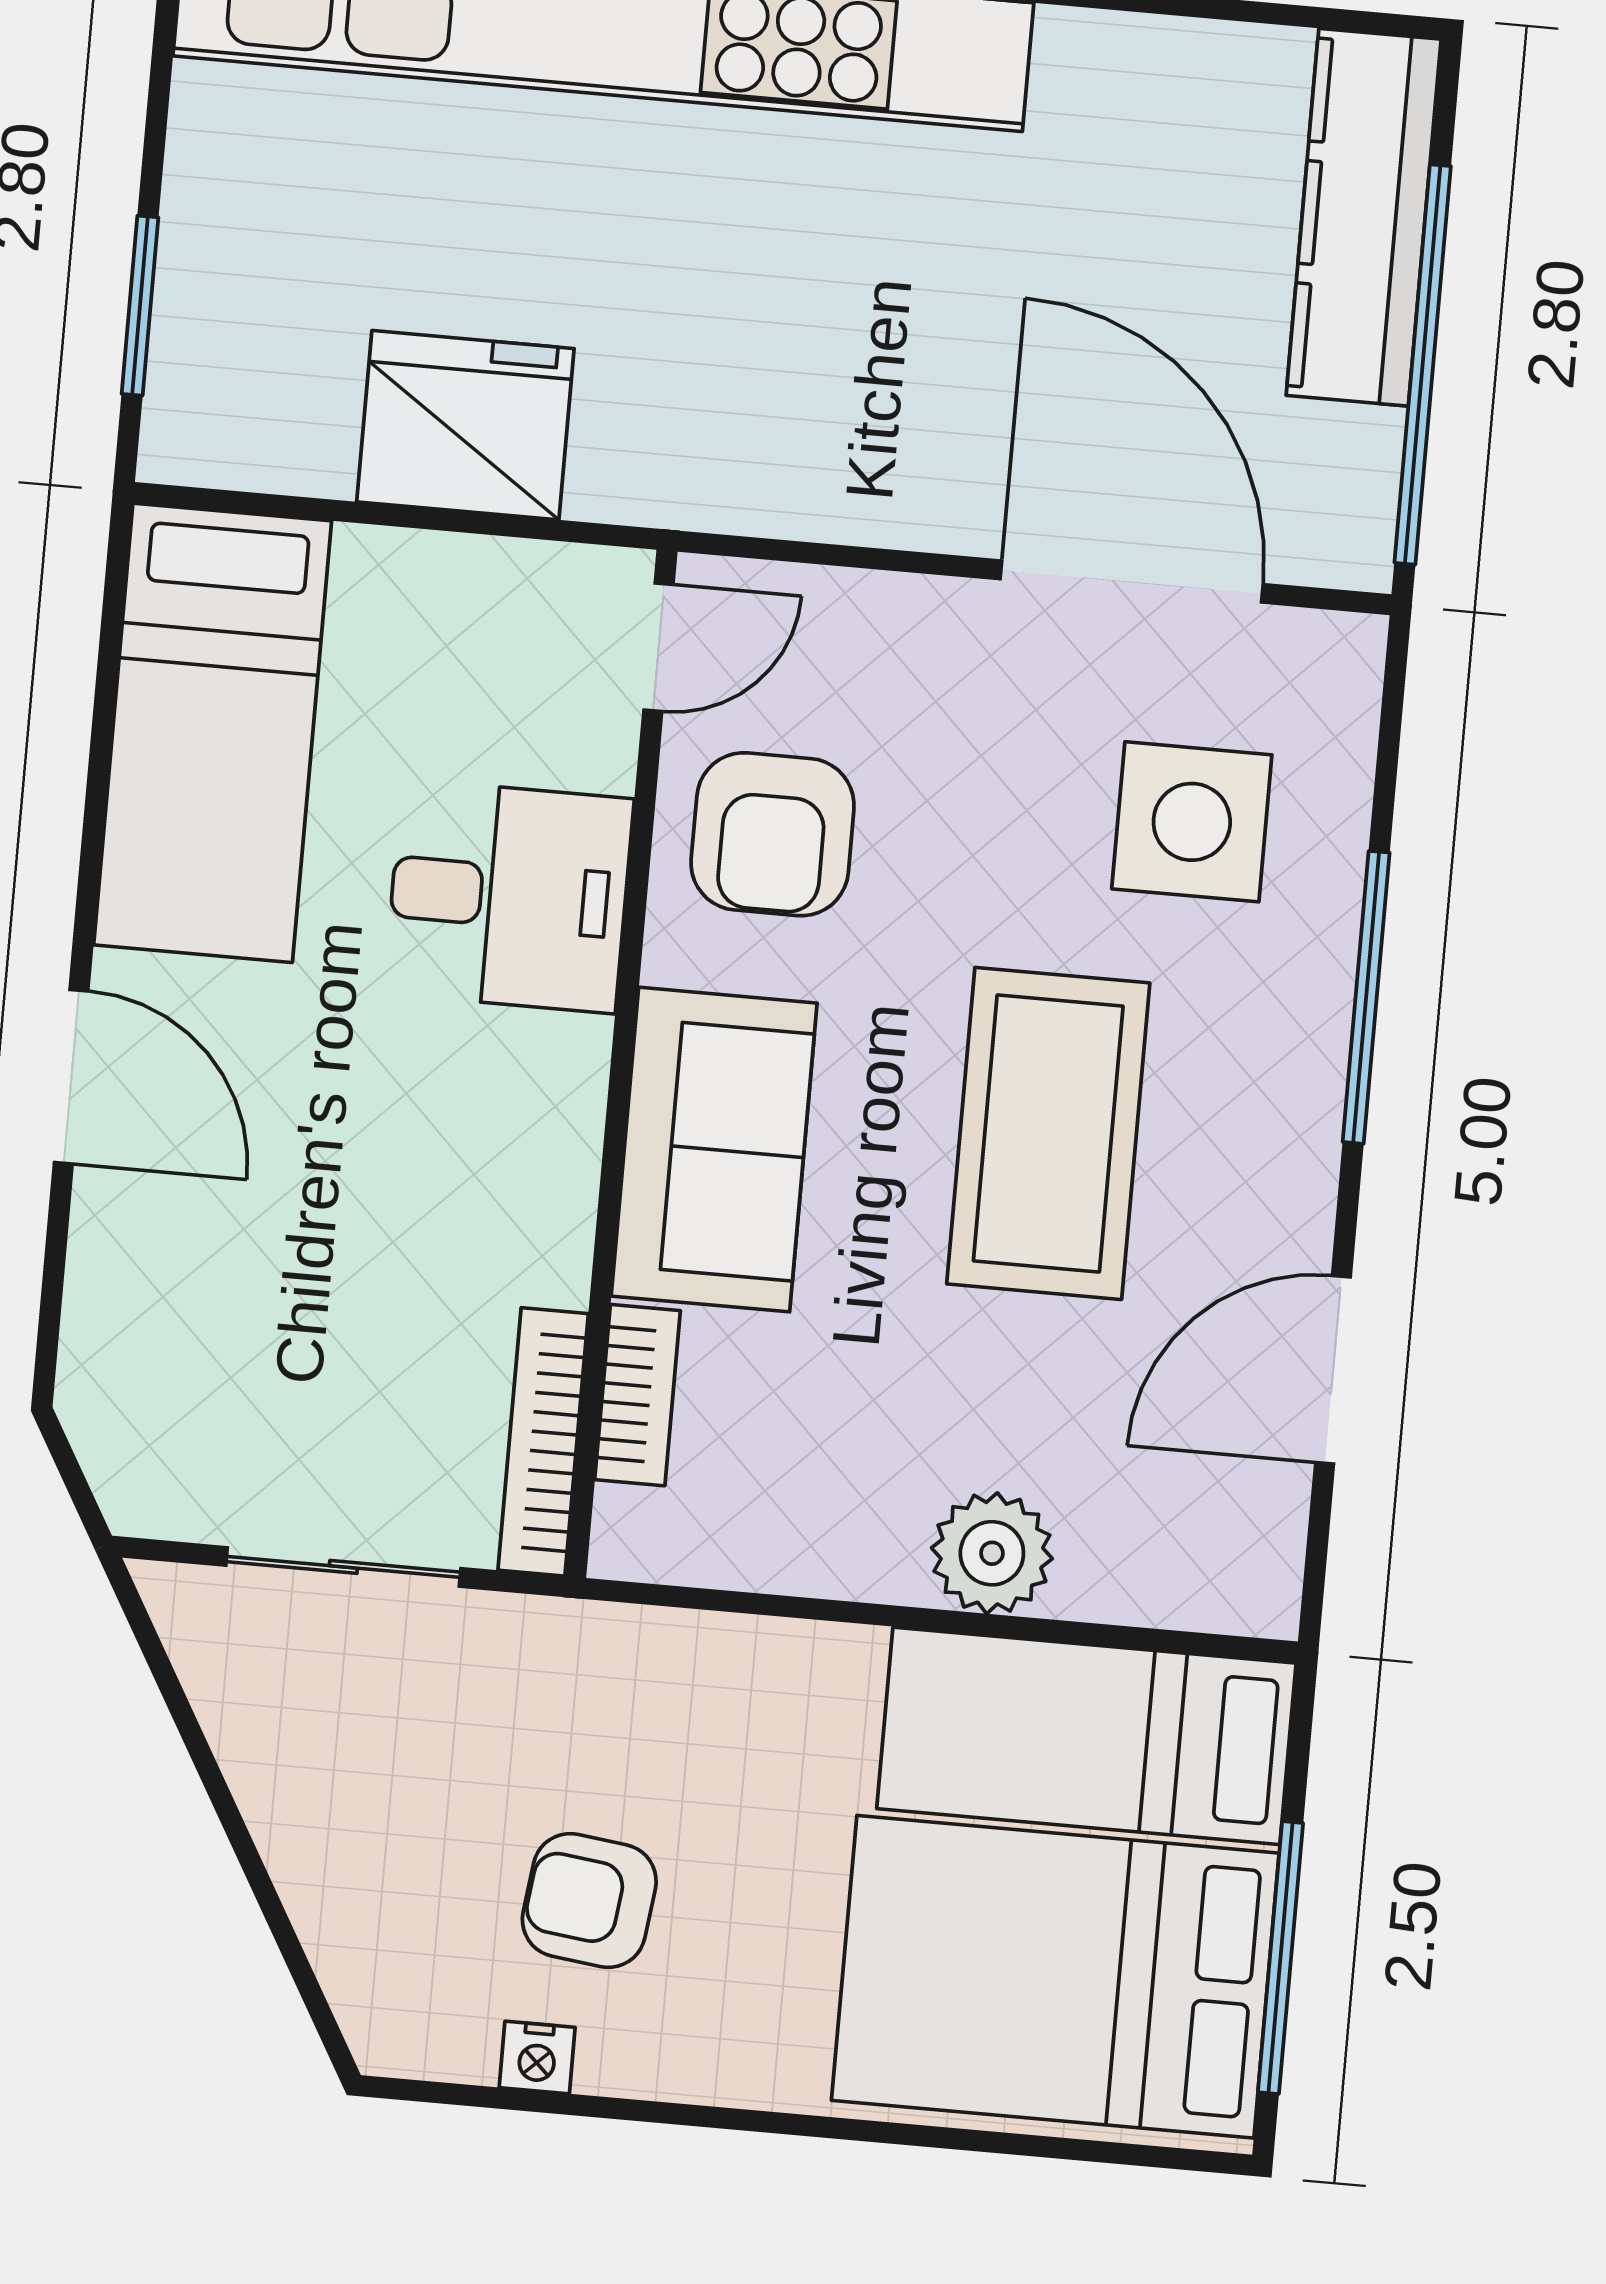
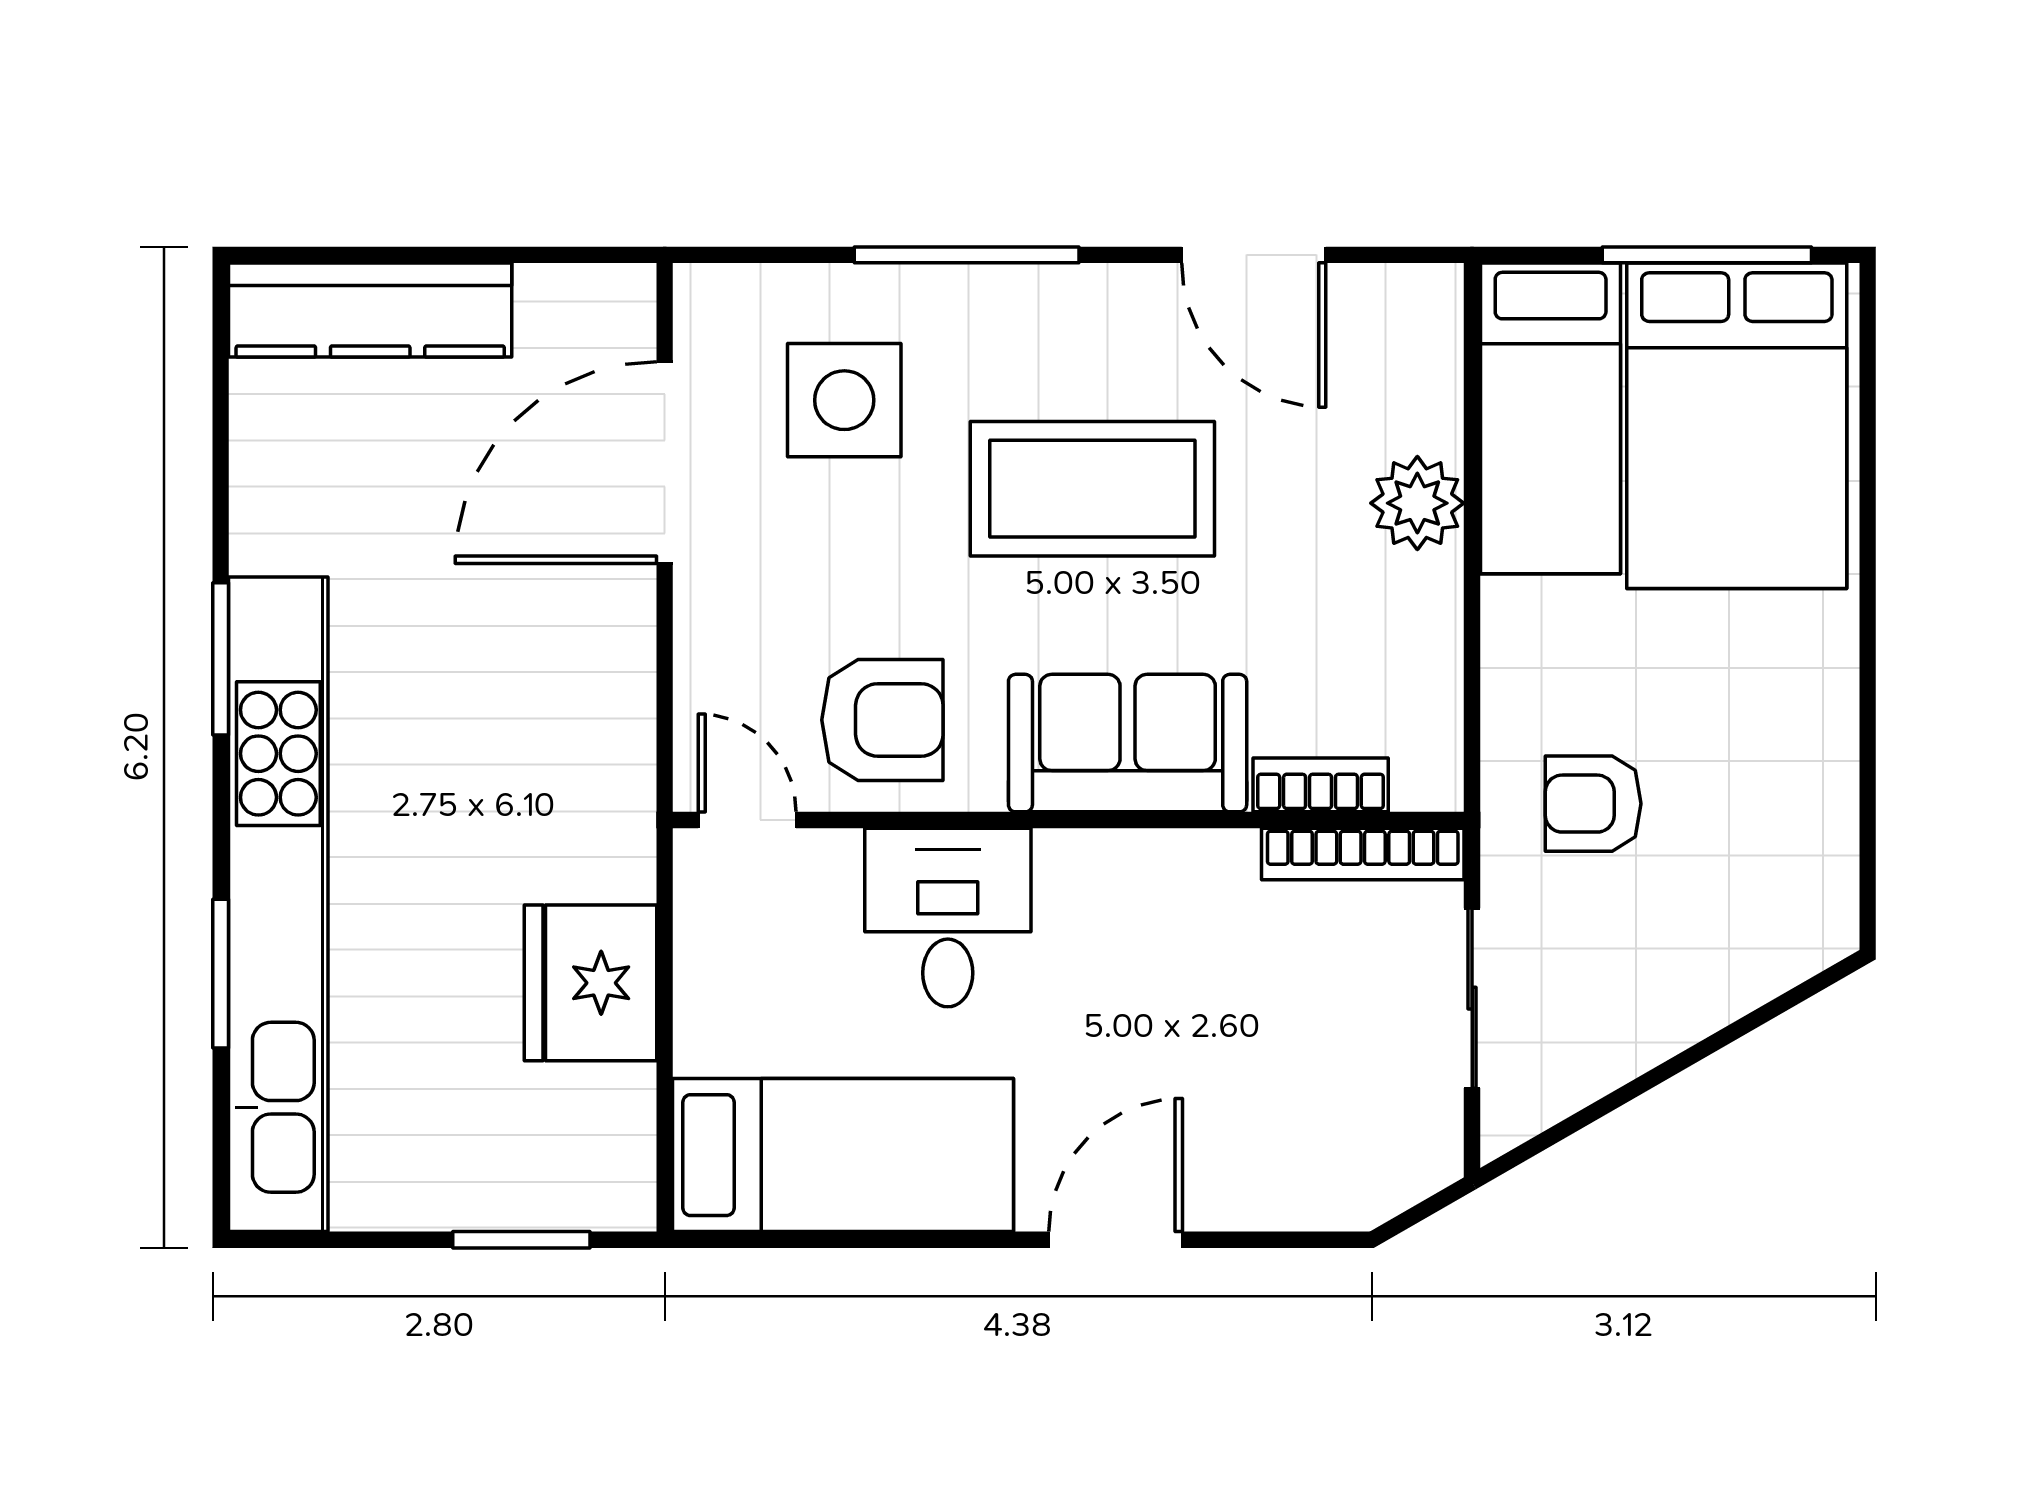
window: (1423, 365) -> (479, 255), removed
armchair: (589, 1900) -> (1593, 804), moved, turned 83
nightstand: (537, 2057) -> (1834, 817), removed

